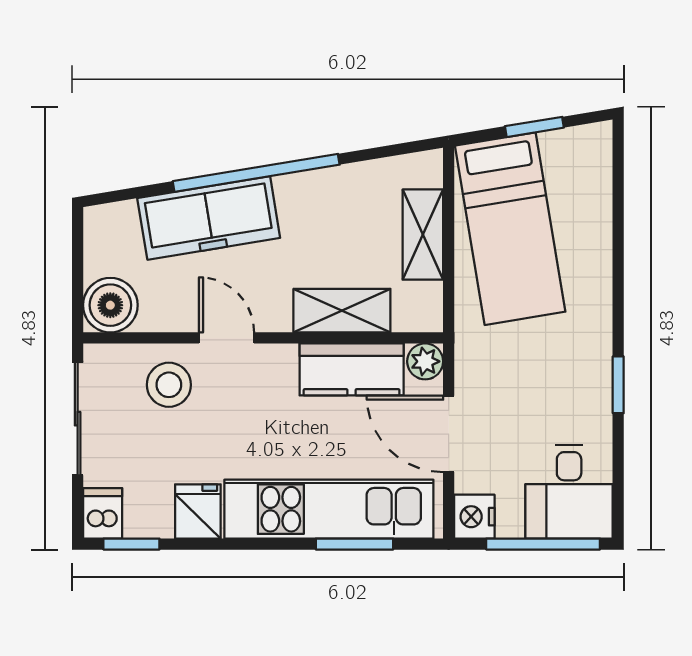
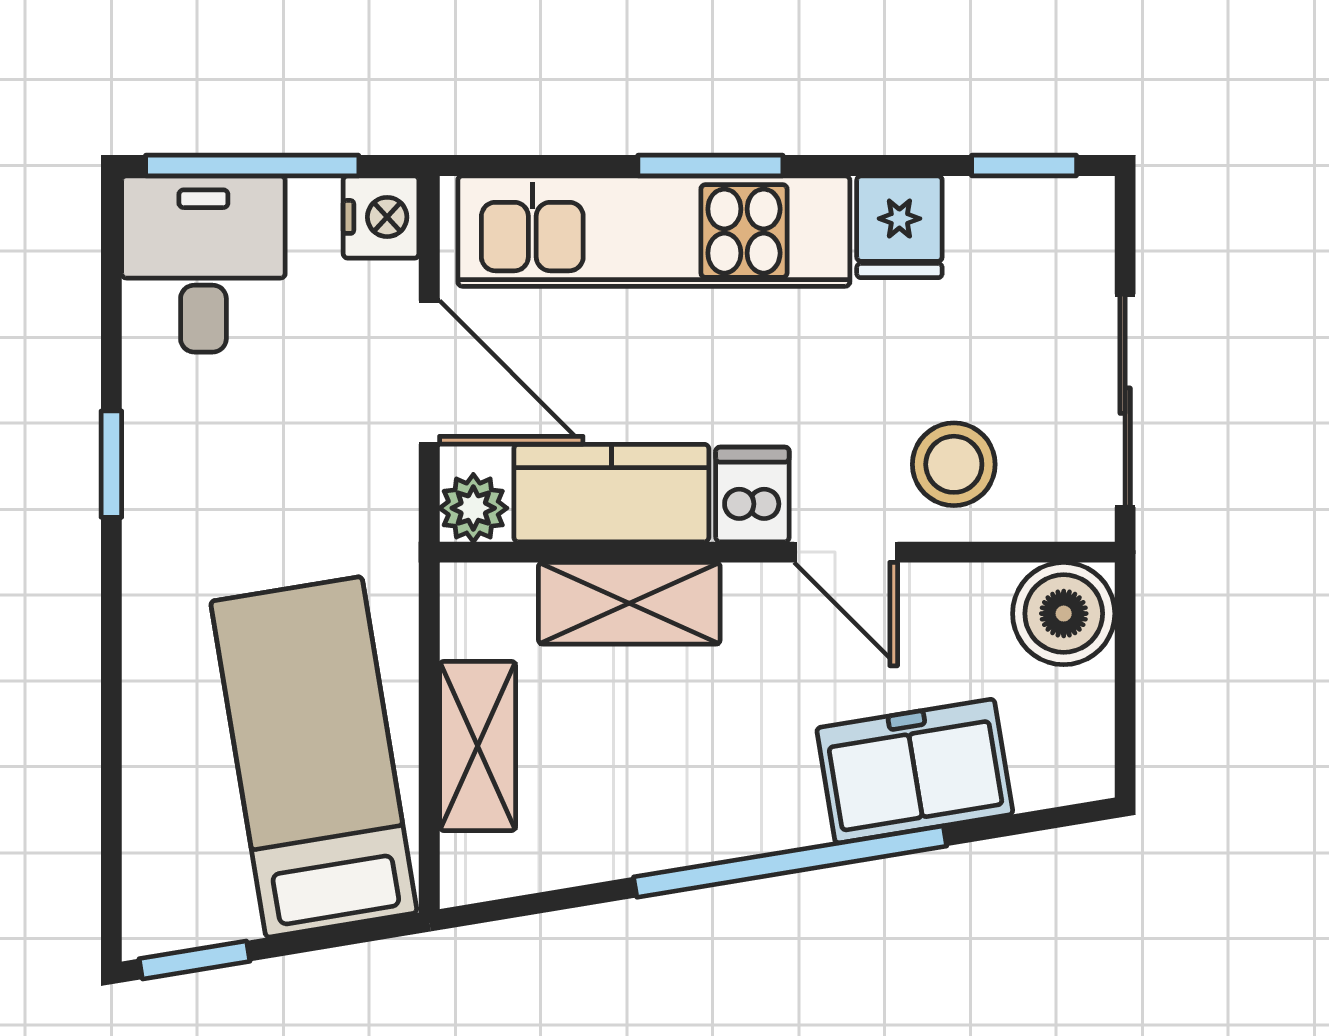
window: (534, 127) -> (195, 960), moved
freezer: (209, 218) -> (915, 771), width x0.71
dishwasher: (103, 513) -> (752, 494), moved, turned 180
window: (354, 544) -> (710, 165), moved

